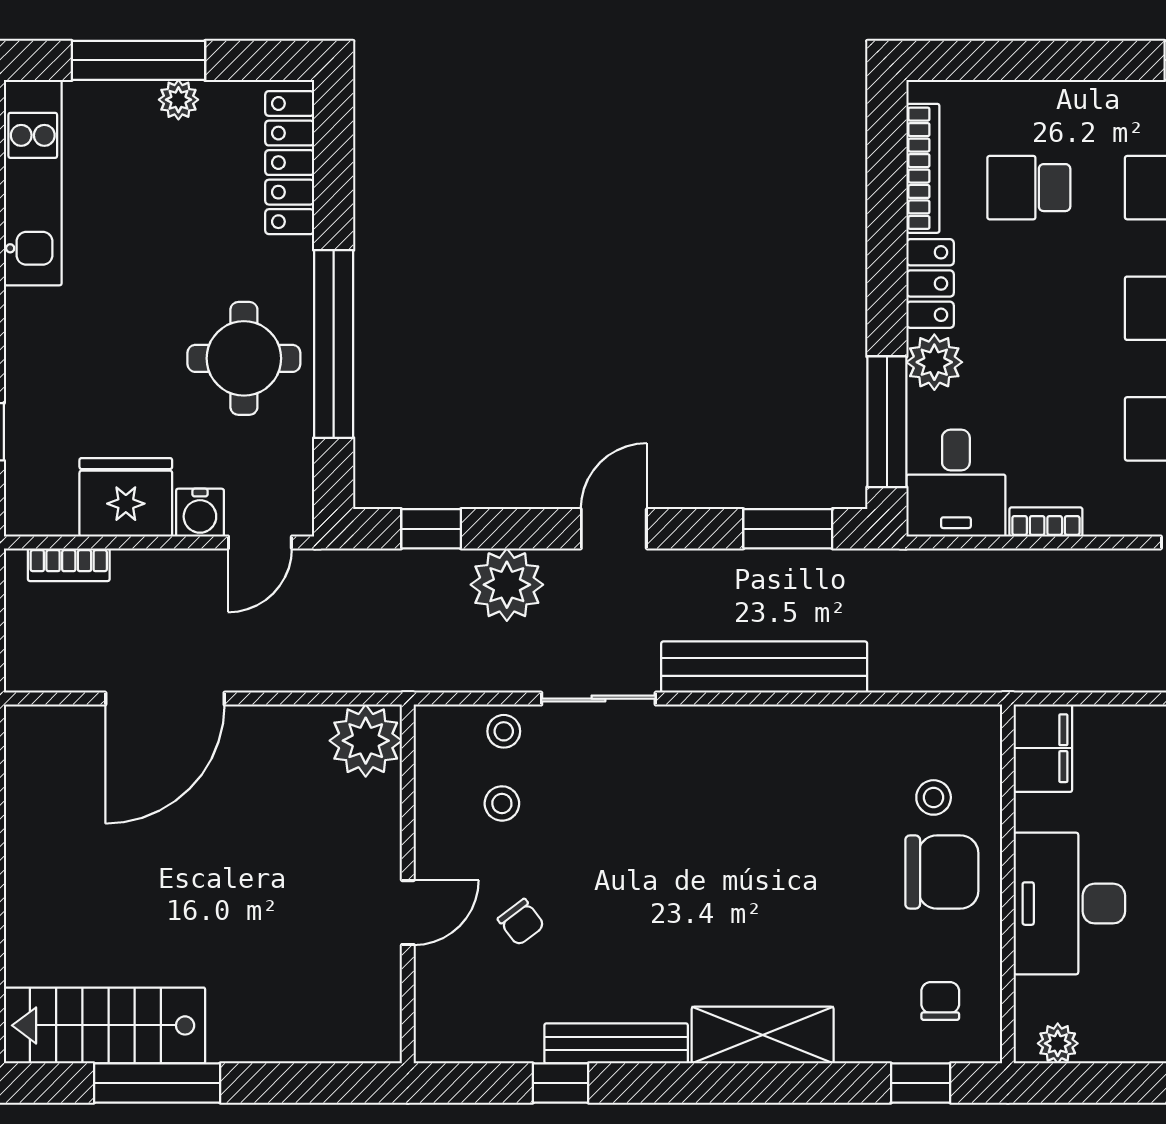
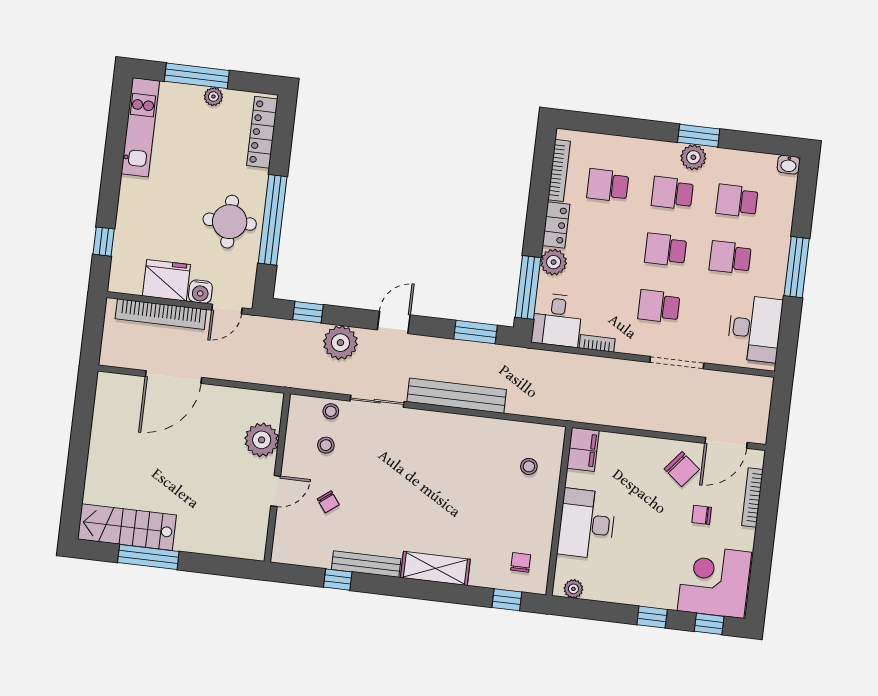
bookcase: (69, 565) -> (161, 314), width x2.31, depth x1.31
plant: (366, 741) -> (262, 440), moved
chair: (942, 872) -> (529, 502), removed

